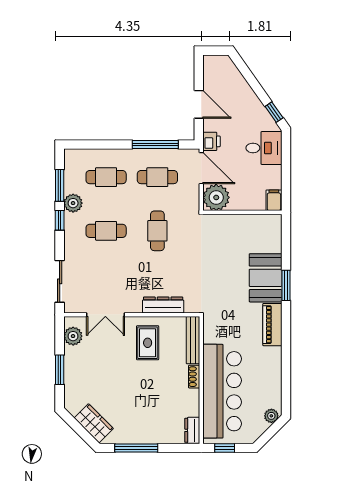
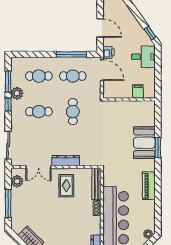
plant: (216, 197) -> (112, 90), removed
filing cabinet: (274, 200) -> (138, 91), moved
dresser: (163, 305) -> (66, 161), moved
piano: (272, 325) -> (149, 186), moved
window: (60, 370) -> (8, 204), width x1.44

